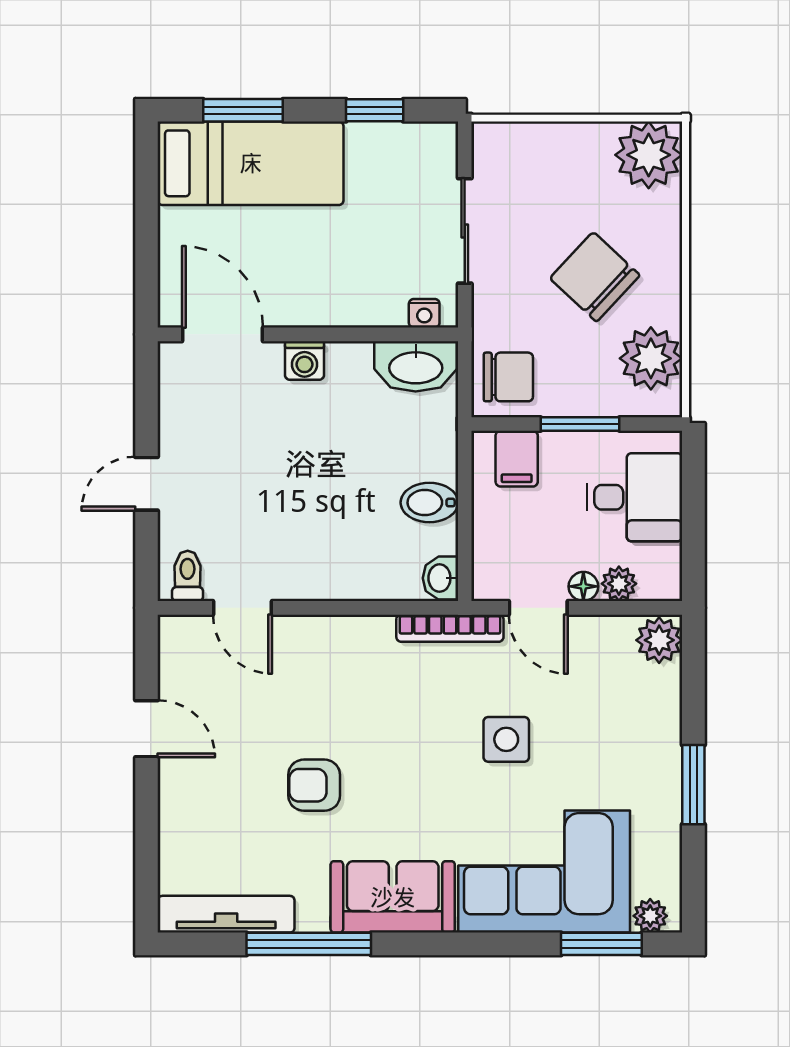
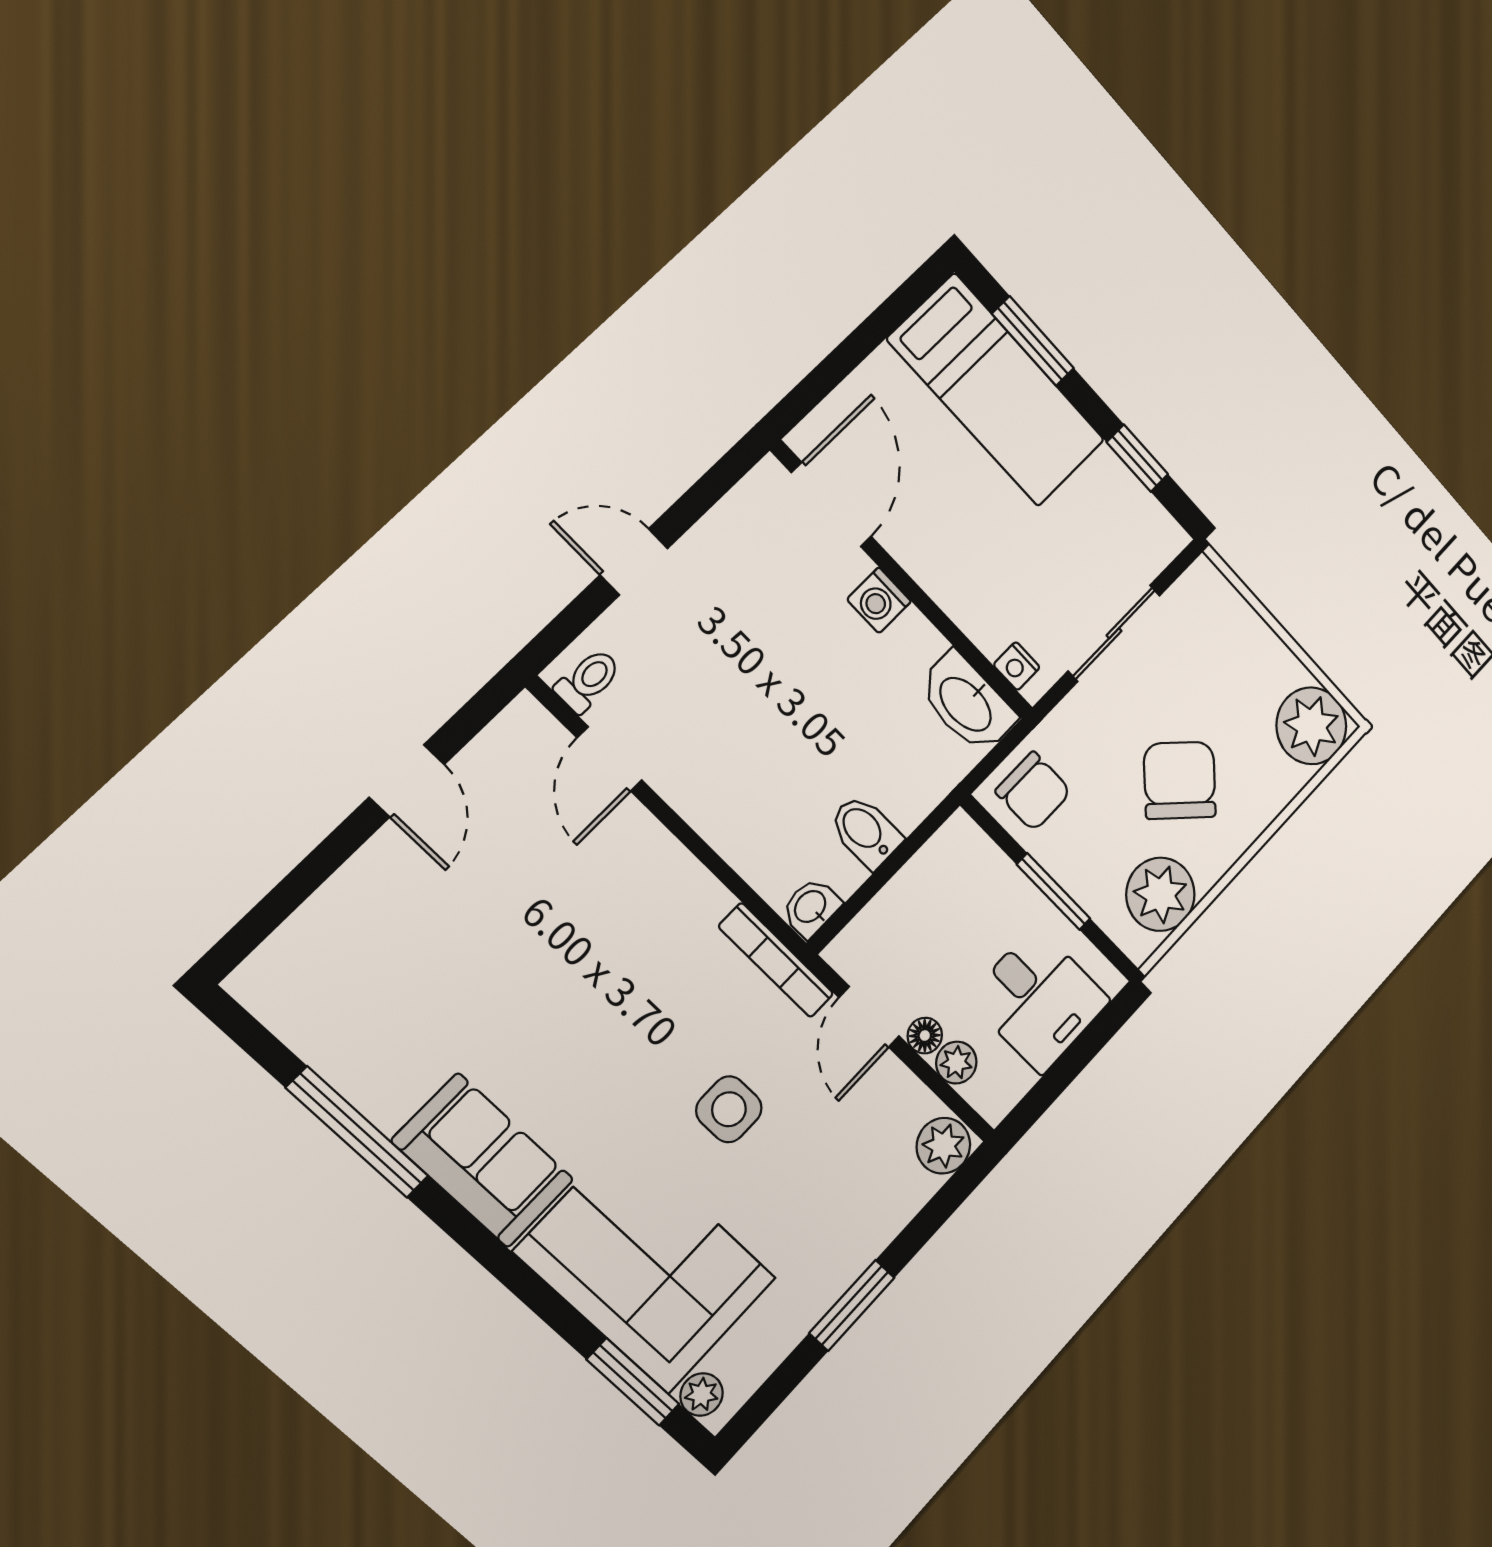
filing cabinet: (517, 459) -> (974, 868), removed
armchair: (314, 785) -> (513, 985), removed
tv unit: (226, 914) -> (305, 1029), removed

